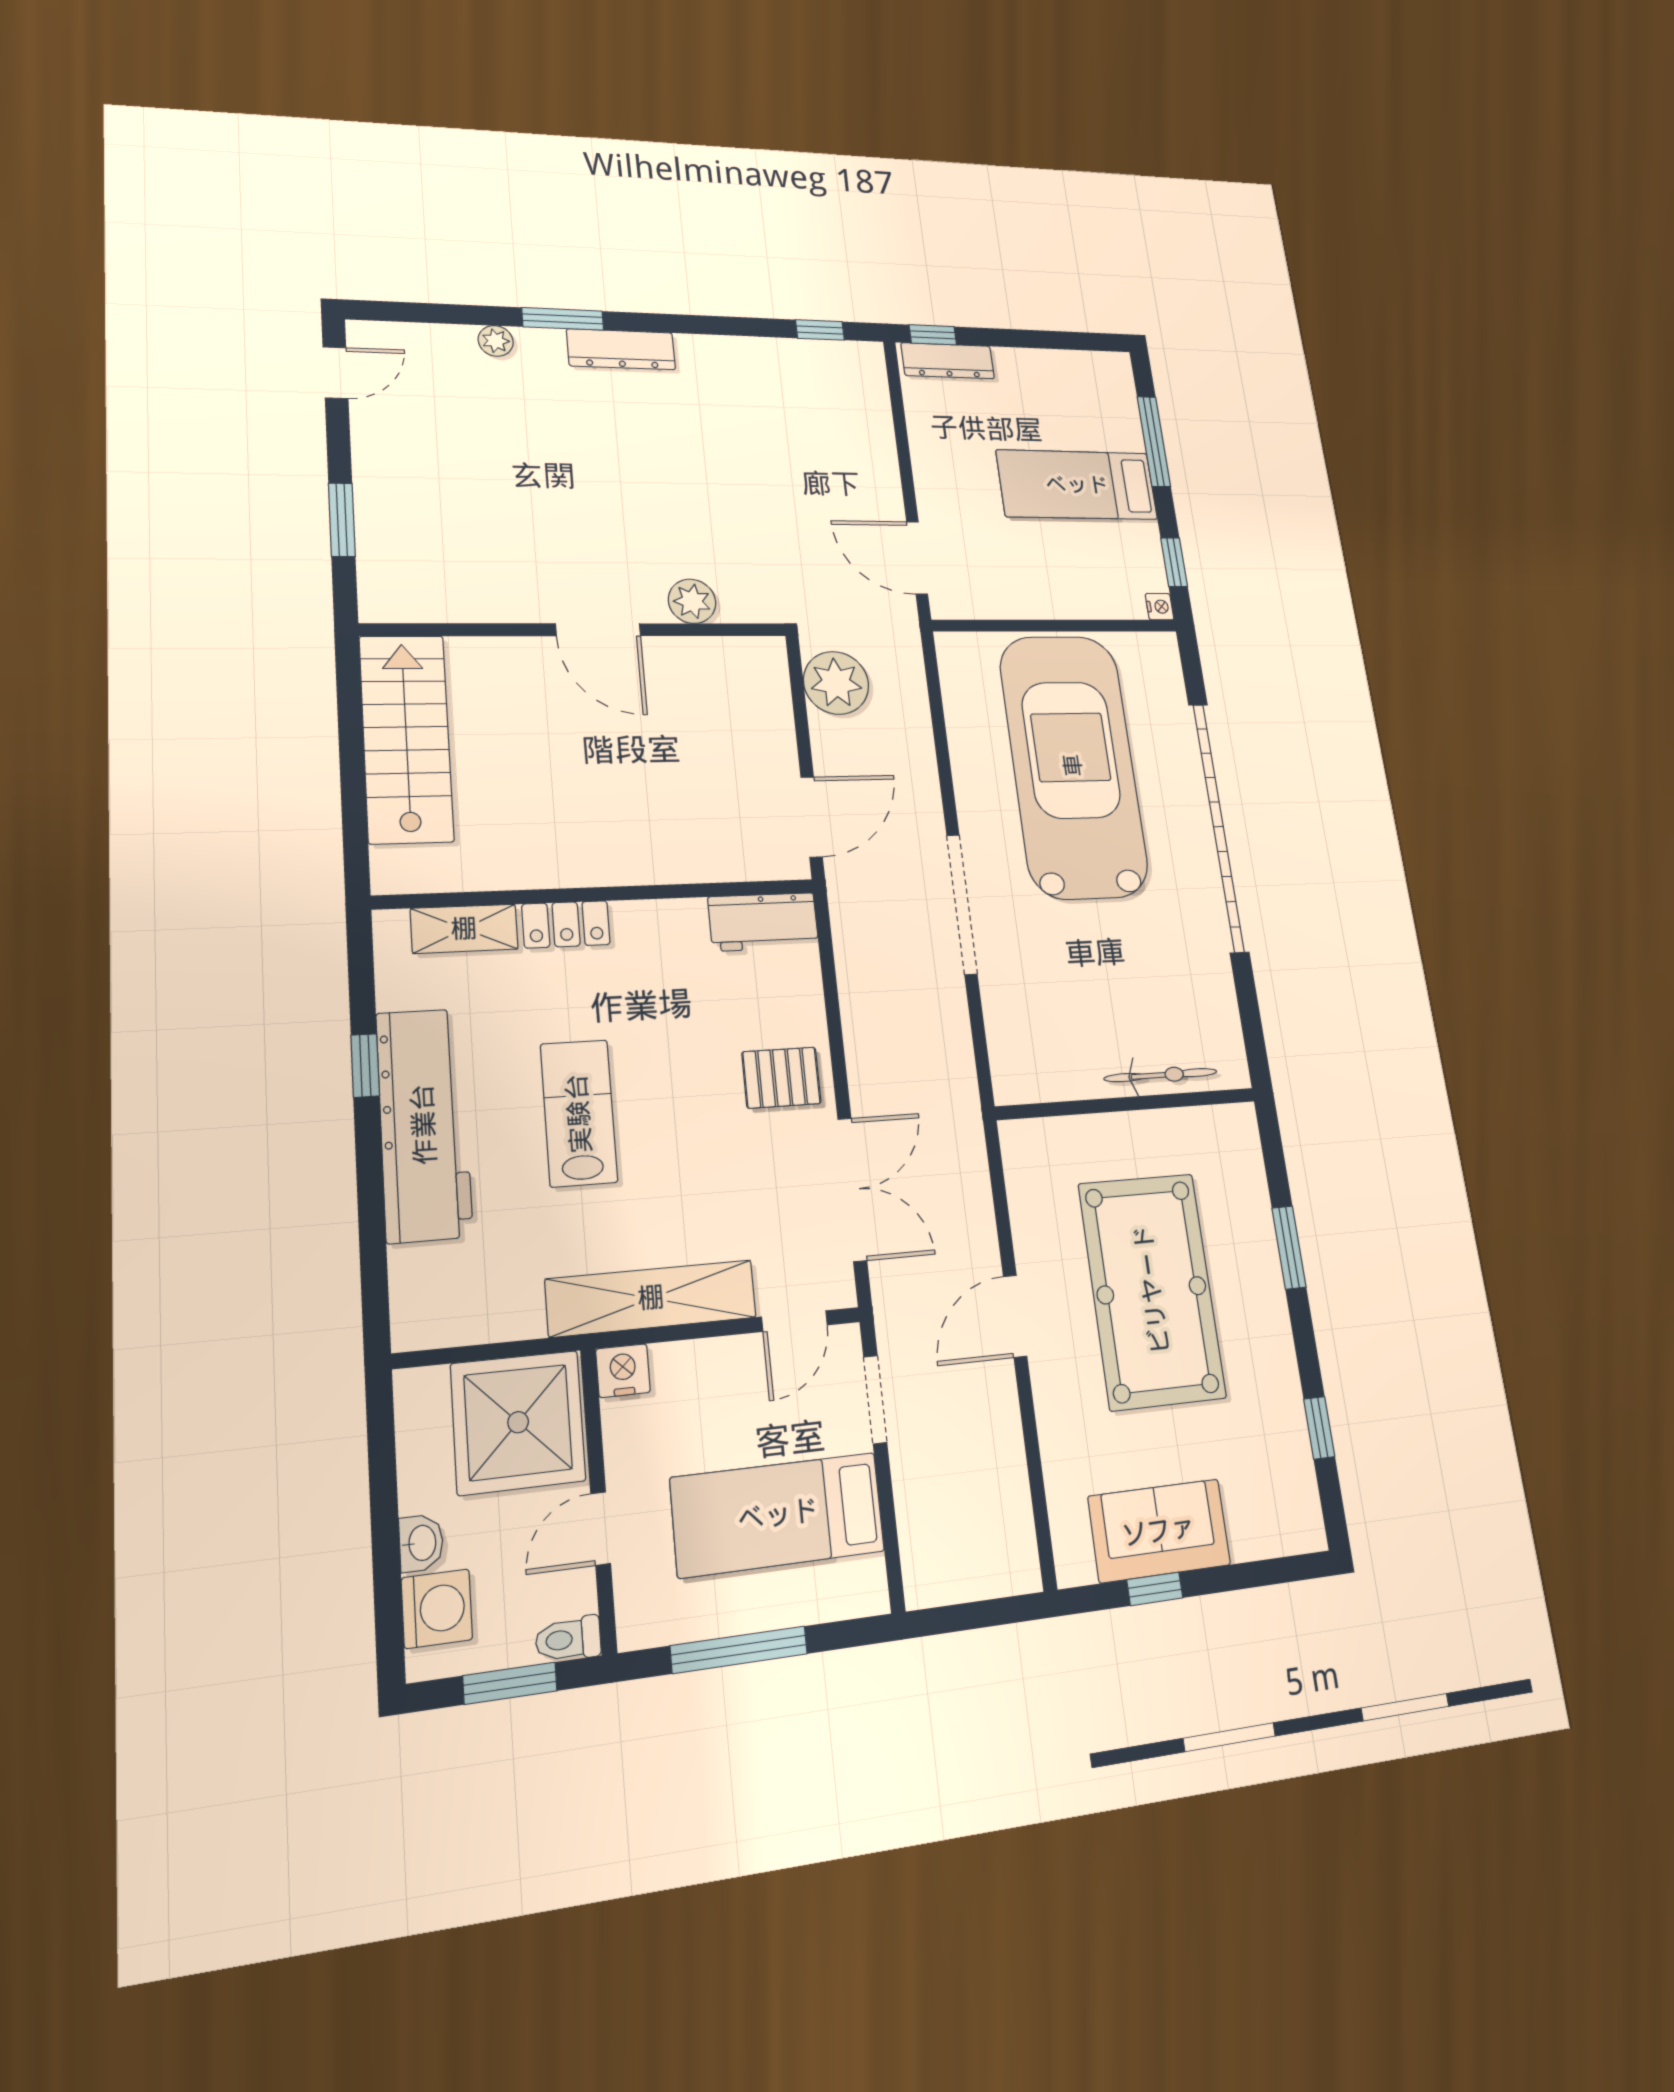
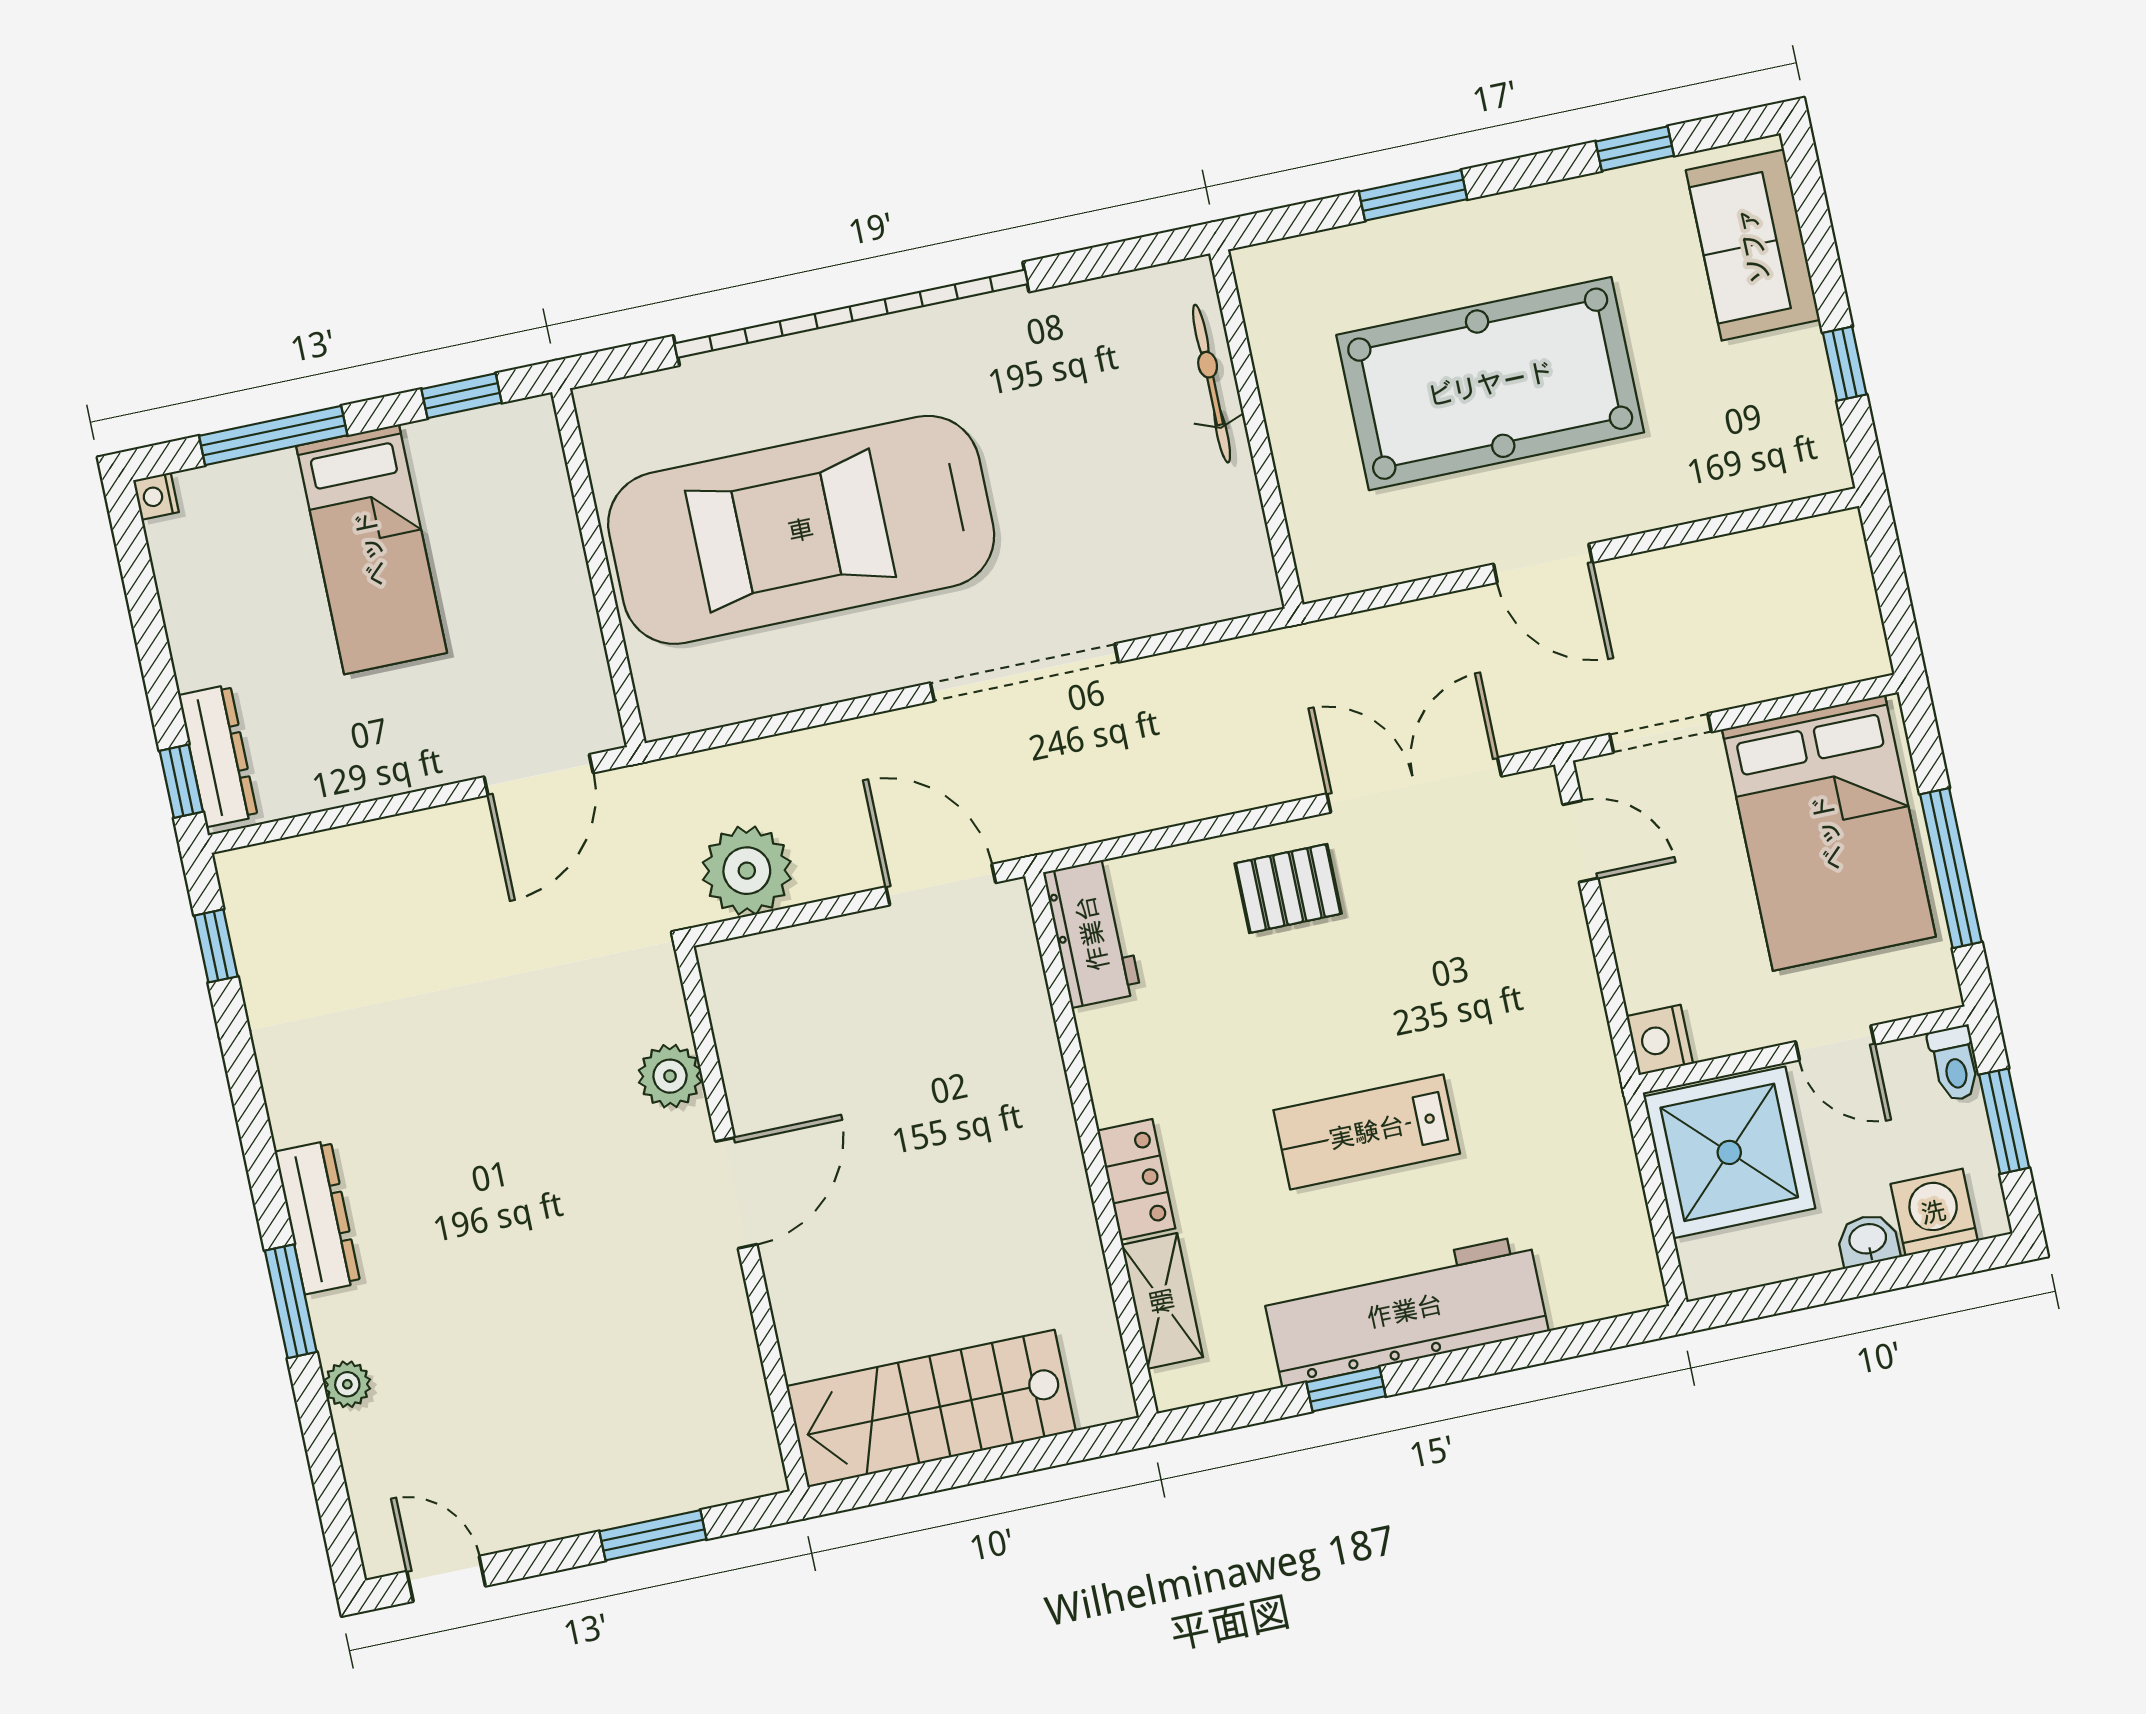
nightstand: (1160, 607) -> (156, 496), moved, turned -90
pallet: (781, 1078) -> (1288, 889), turned 90
shelving: (651, 1298) -> (1574, 1017), removed
bed: (778, 1515) -> (1829, 833), width x1.50
sofa: (1159, 1531) -> (1753, 245), moved

